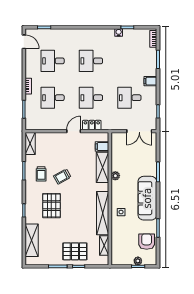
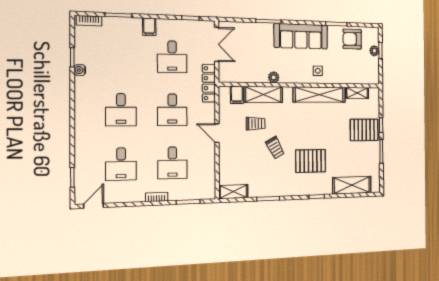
locker: (92, 125) -> (209, 83), moved, width x1.53
trolley: (41, 174) -> (256, 124), moved
pallet: (75, 251) -> (364, 130), turned 90

